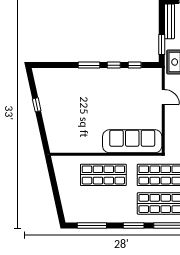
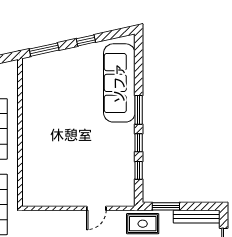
window: (44, 136) -> (44, 50), added
sofa: (132, 141) -> (119, 83), moved, turned 180

